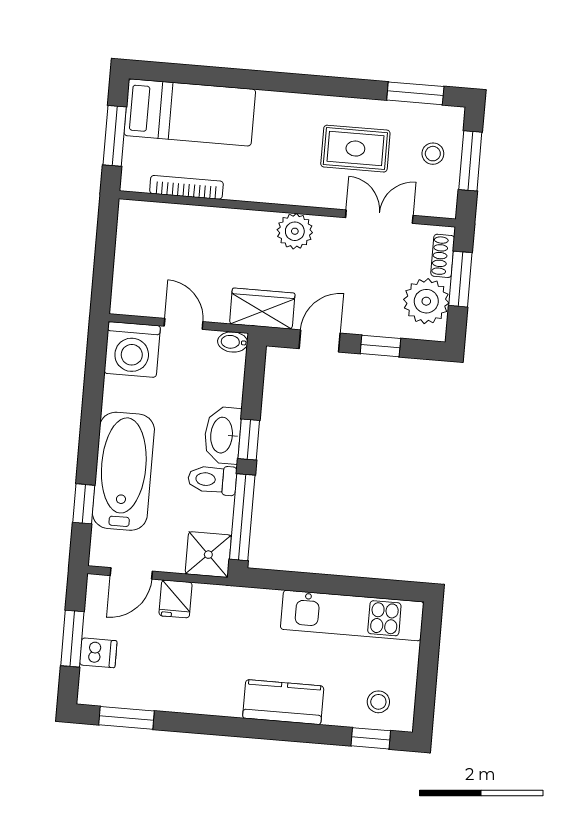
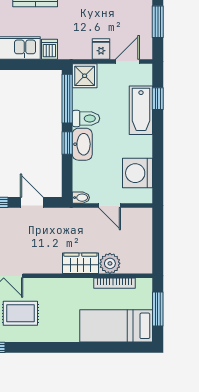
plant: (295, 231) -> (110, 263), moved
wardrobe: (262, 309) -> (80, 263), moved, turned 180
door: (320, 341) -> (32, 202), swing flipped
washing machine: (132, 350) -> (138, 173), moved, turned -90
bathtub: (123, 471) -> (141, 110), width x0.73, depth x0.73
dishwasher: (98, 653) -> (49, 49), moved, turned 90

